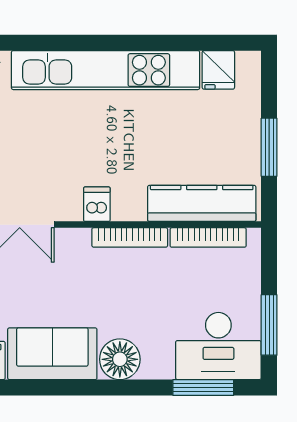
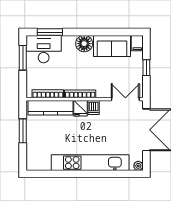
fridge: (218, 70) -> (80, 108), moved, turned 180

